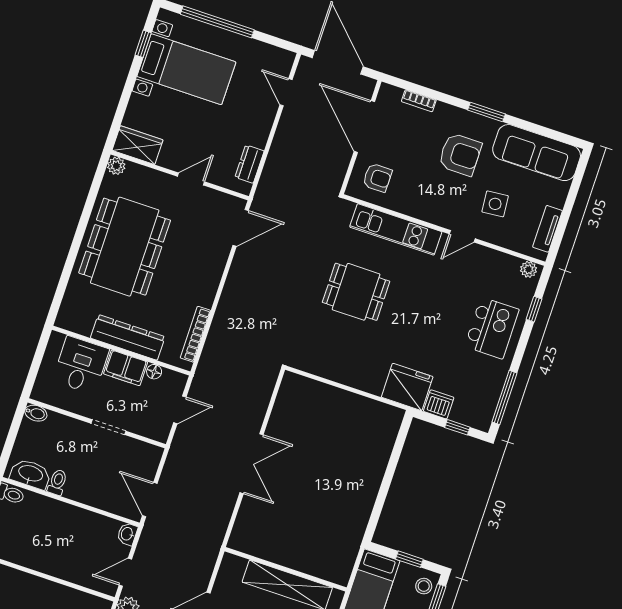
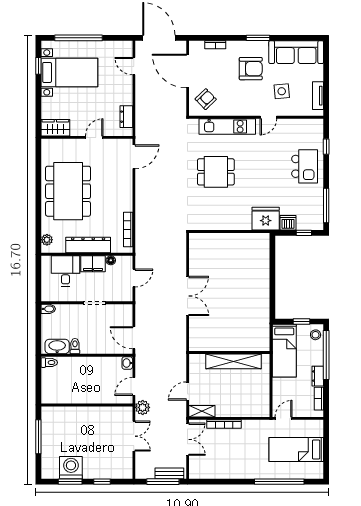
plant: (116, 166) -> (47, 240), moved
armchair: (377, 178) -> (206, 99), turned -44
plant: (529, 269) -> (315, 124), removed

